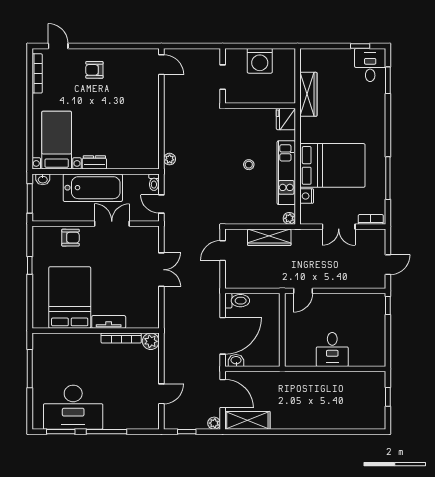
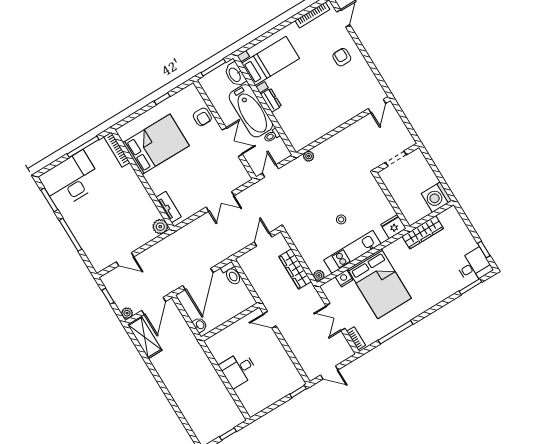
washing machine: (260, 61) -> (436, 197), moved
washbasin: (43, 179) -> (235, 75), width x1.91, depth x1.45
toilet: (154, 182) -> (272, 136), moved
door: (223, 251) -> (263, 239), hinge flipped
tv unit: (109, 322) -> (169, 207), moved
door: (223, 336) -> (198, 279), hinge flipped
bookcase: (121, 338) -> (117, 150), moved
washbasin: (236, 361) -> (200, 325), moved
desk: (73, 407) -> (71, 180), moved, turned 90

